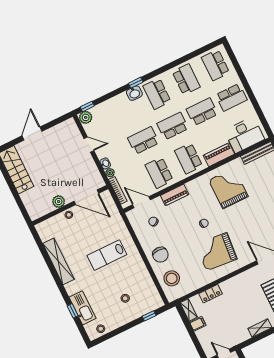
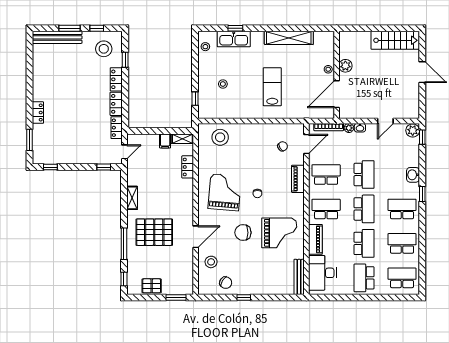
school desk: (186, 79) -> (402, 243), turned 180
washbasin: (134, 93) -> (413, 175), moved
chair: (160, 255) -> (243, 233), moved

